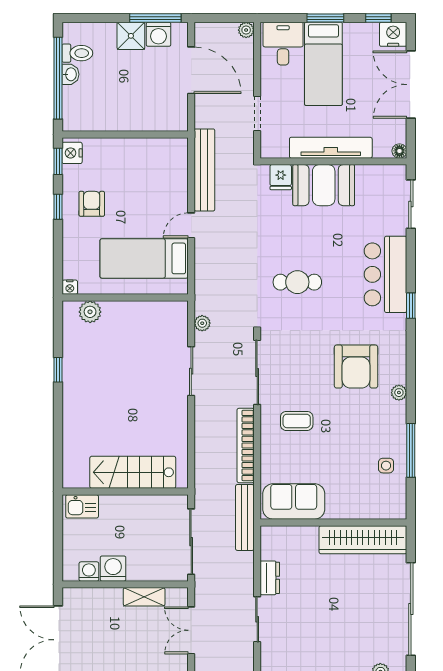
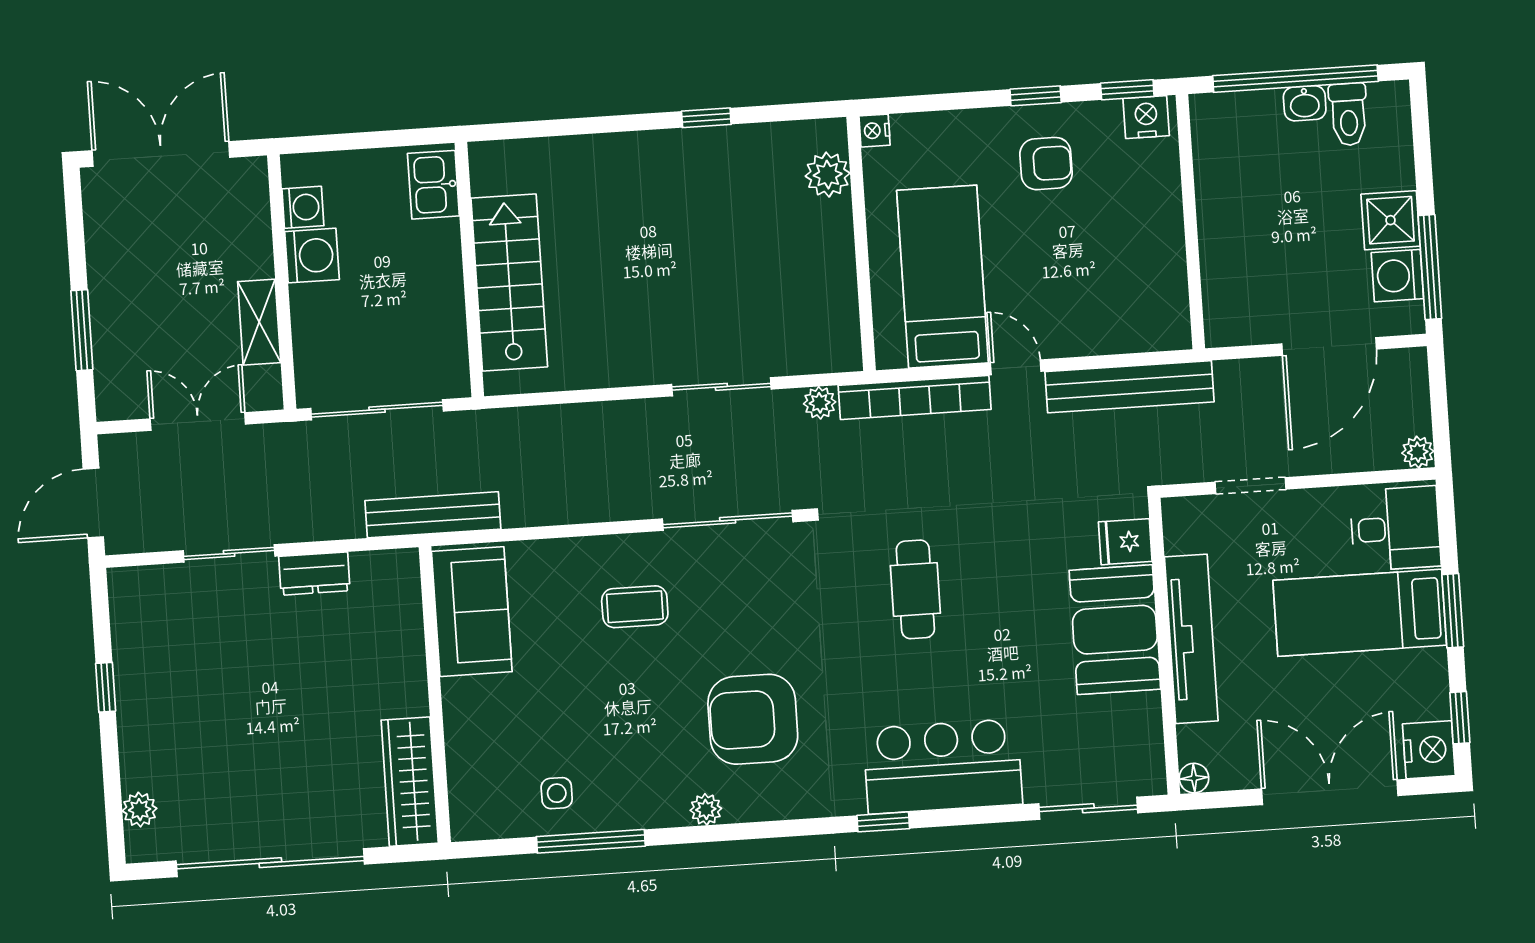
coffee table: (297, 421) -> (635, 607), turned 90
bookcase: (246, 445) -> (915, 397), moved, turned 180
wardrobe: (363, 540) -> (410, 782), width x0.71, depth x0.85

